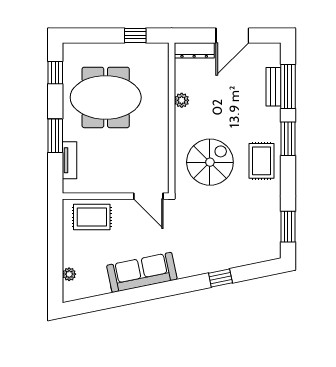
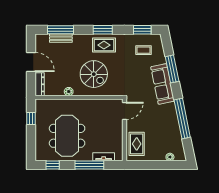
window: (55, 136) -> (89, 165), width x1.44
window: (288, 139) -> (103, 30), moved
spiral stairs: (210, 162) -> (94, 74), moved, turned 180
coffee table: (253, 229) -> (144, 50), added
sofa: (142, 272) -> (163, 84), moved
window: (220, 278) -> (172, 69), width x2.17
window: (135, 295) -> (182, 118), added

